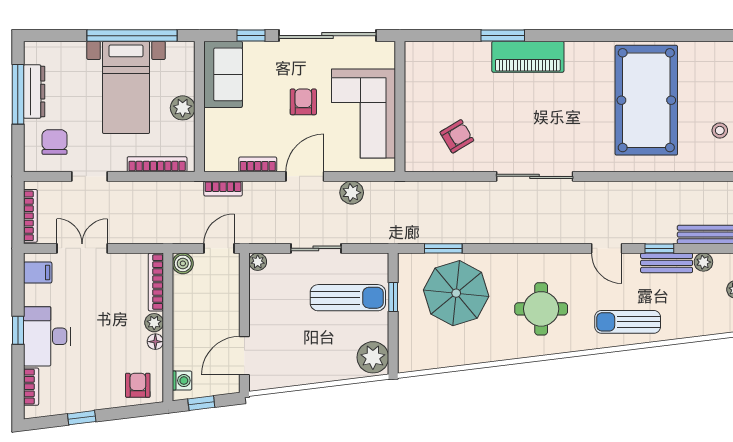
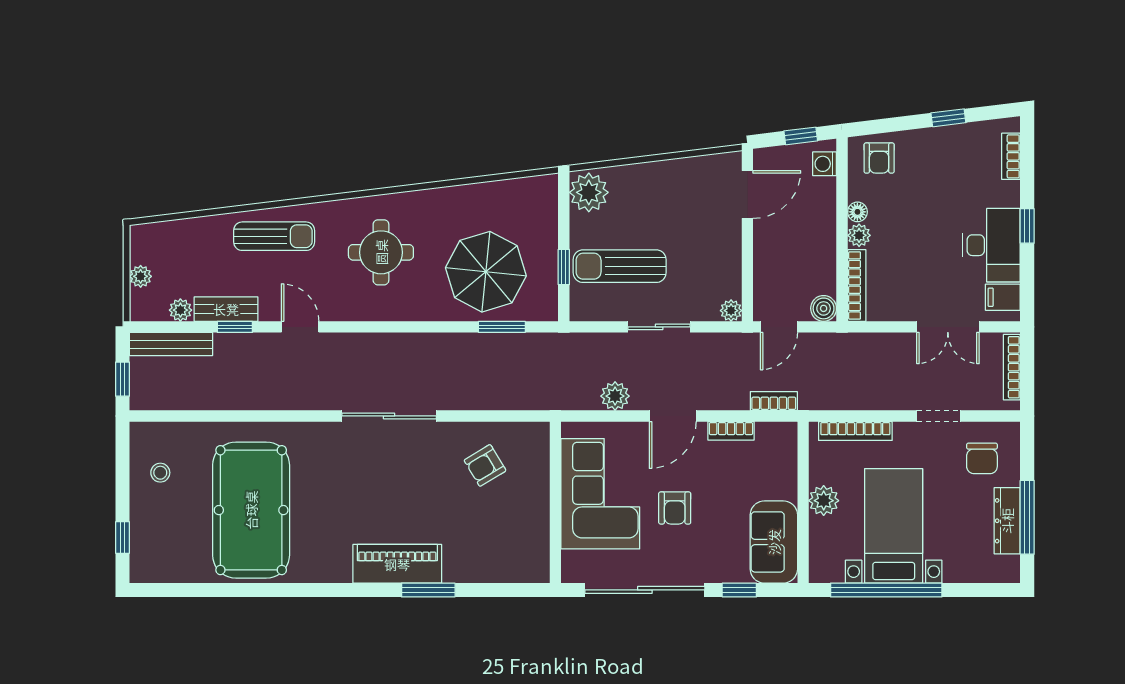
desk: (47, 336) -> (991, 245), moved

